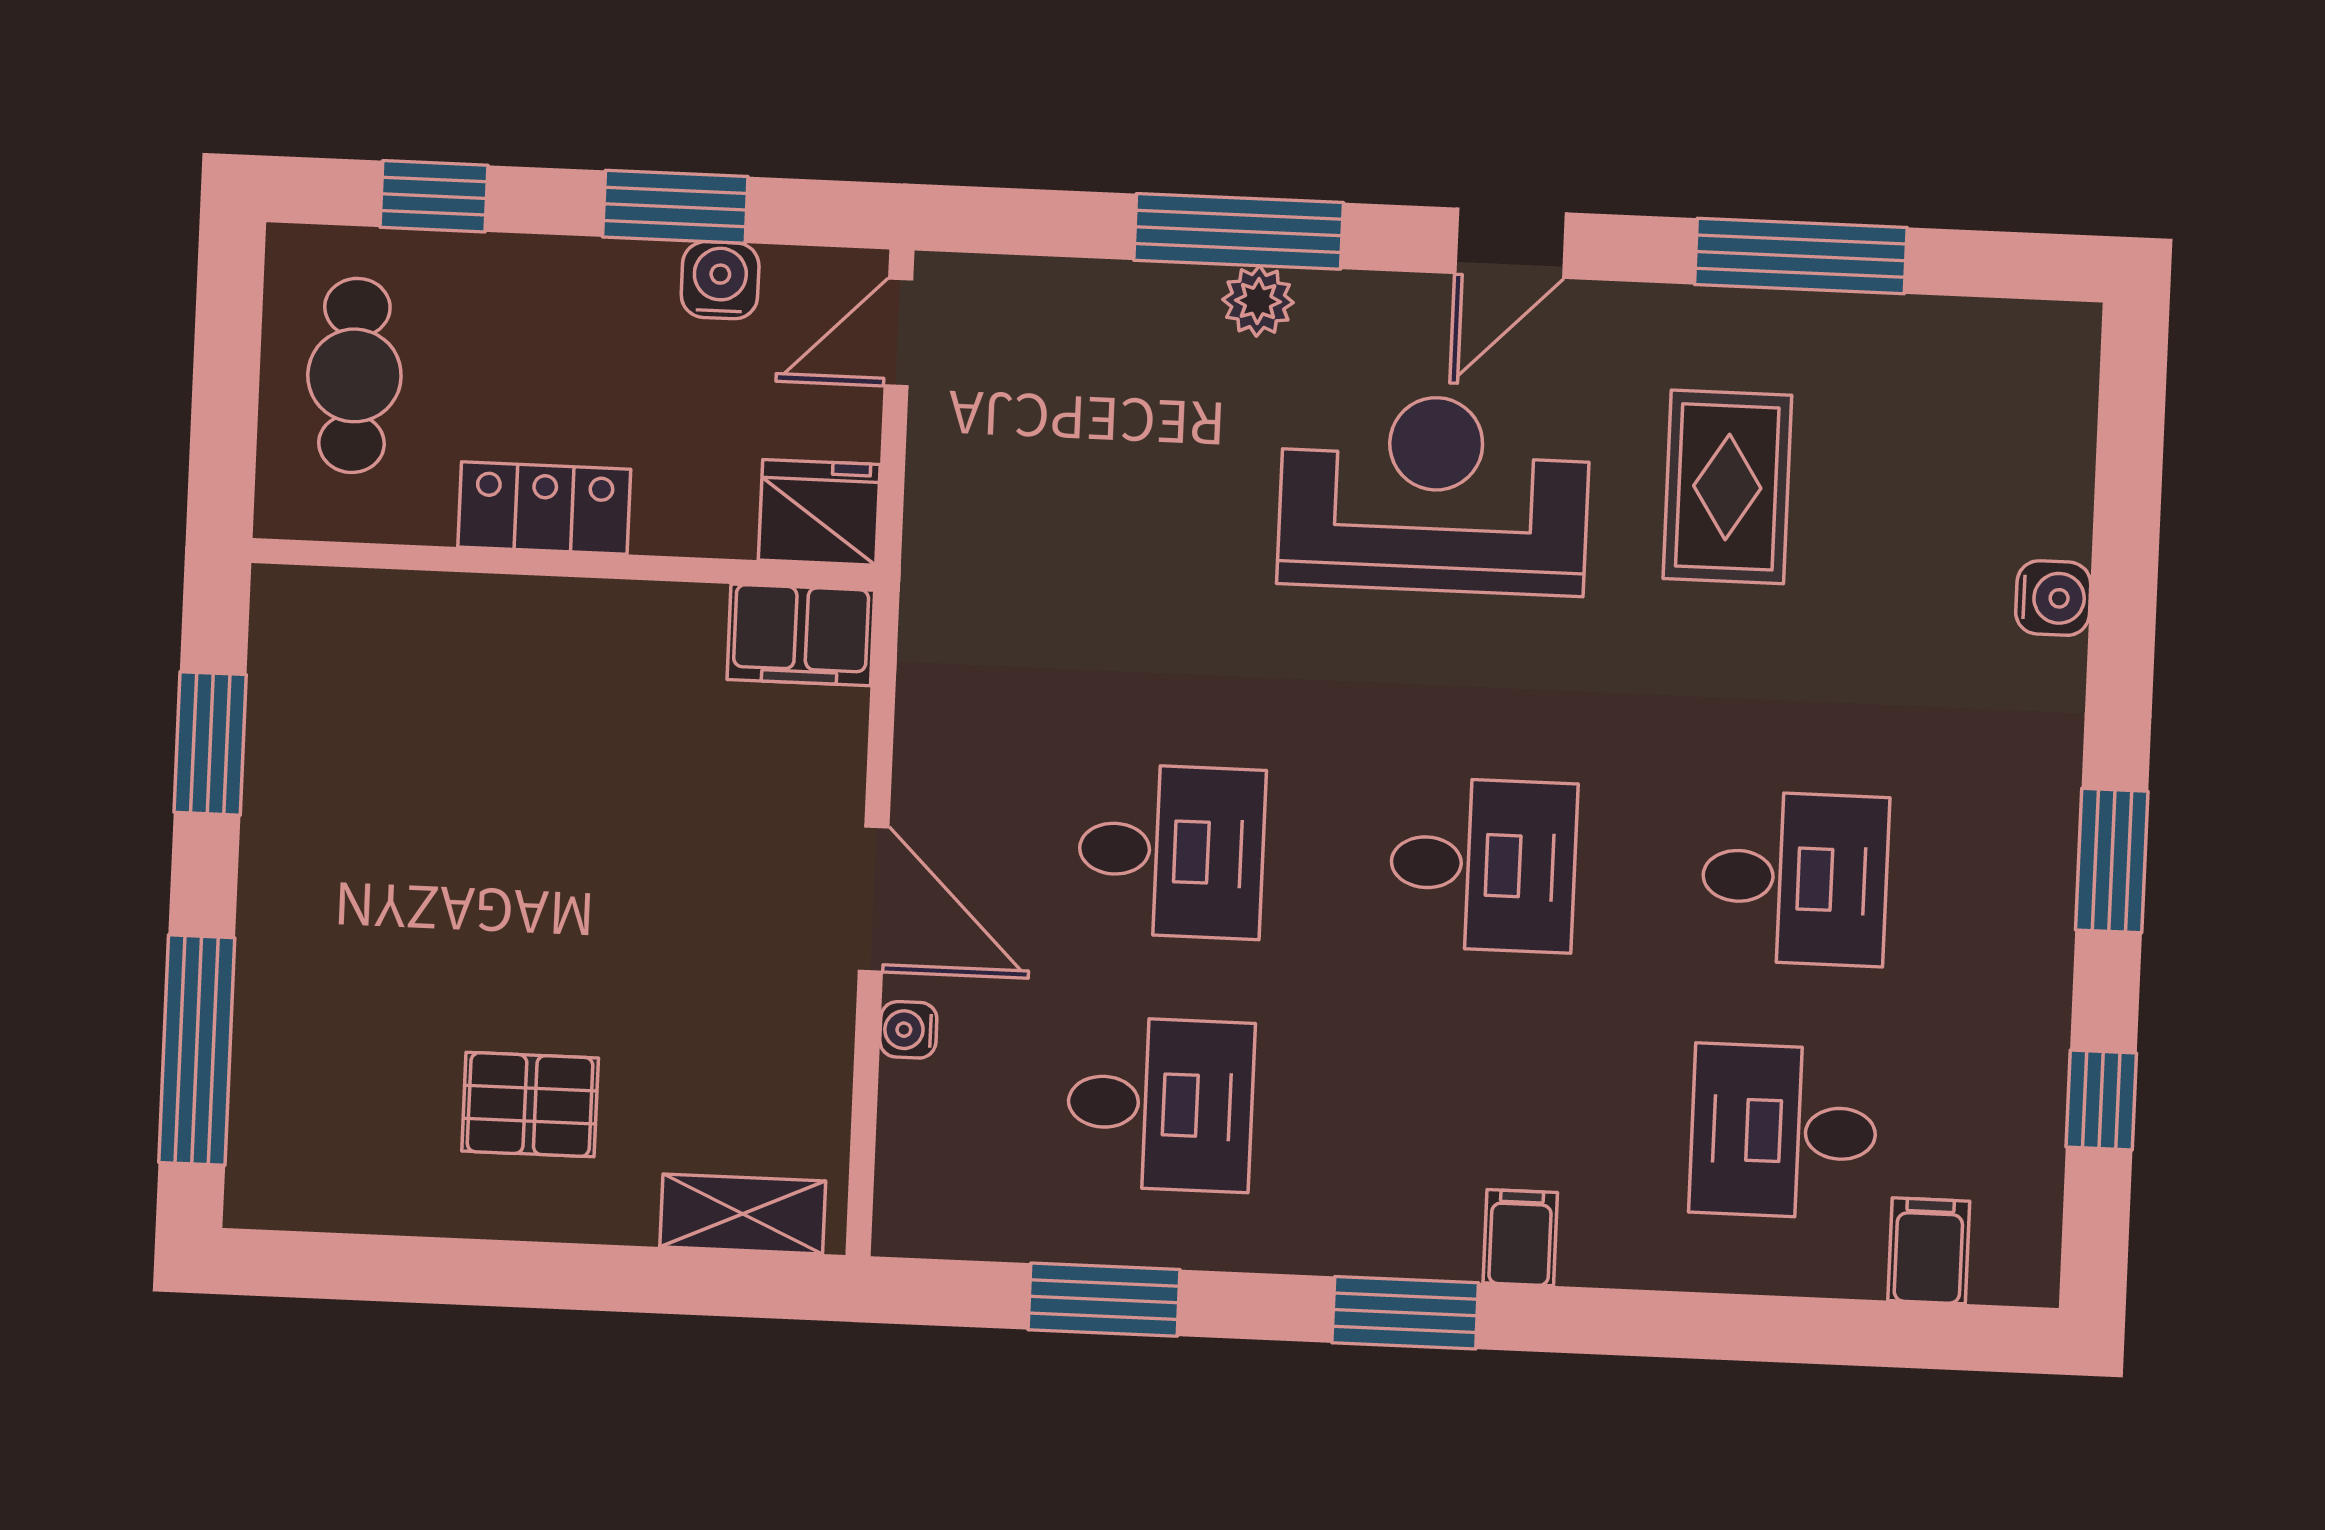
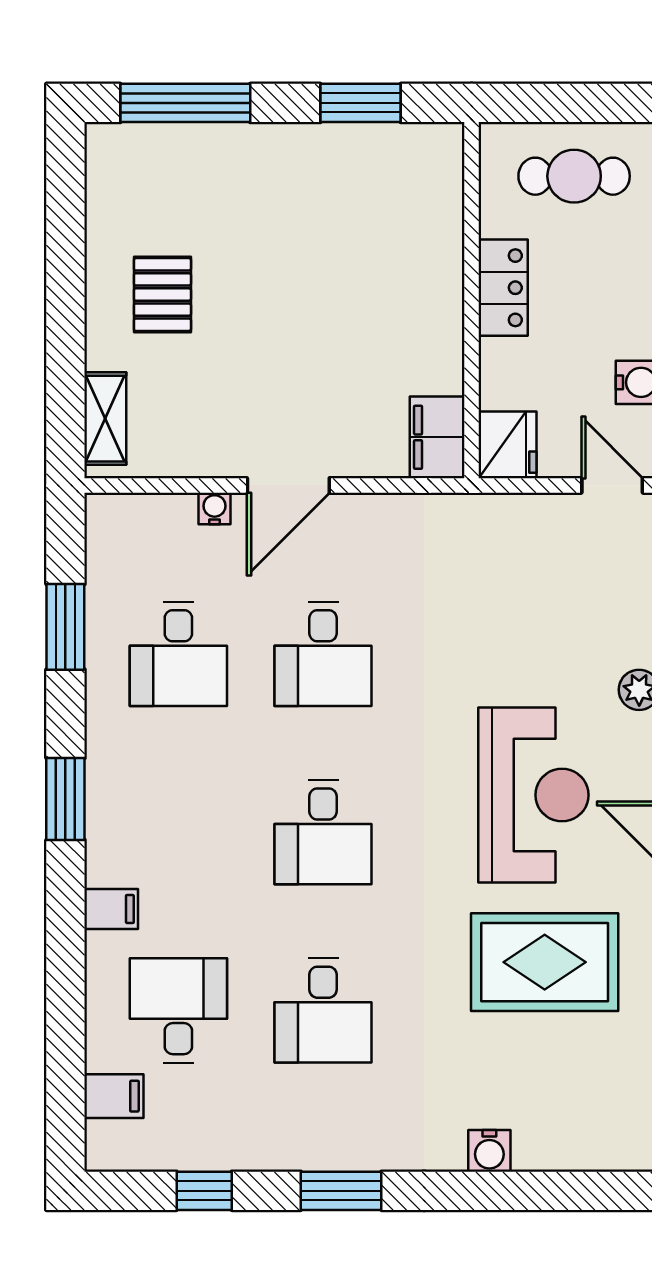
rug: (1727, 487) -> (545, 962), width x1.36, depth x1.43
filing cabinet: (1520, 1238) -> (111, 909), moved

